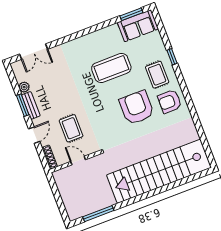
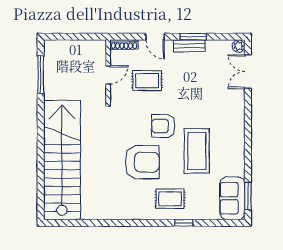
plant: (24, 87) -> (239, 46), moved
armchair: (170, 101) -> (163, 126), moved, turned -90

